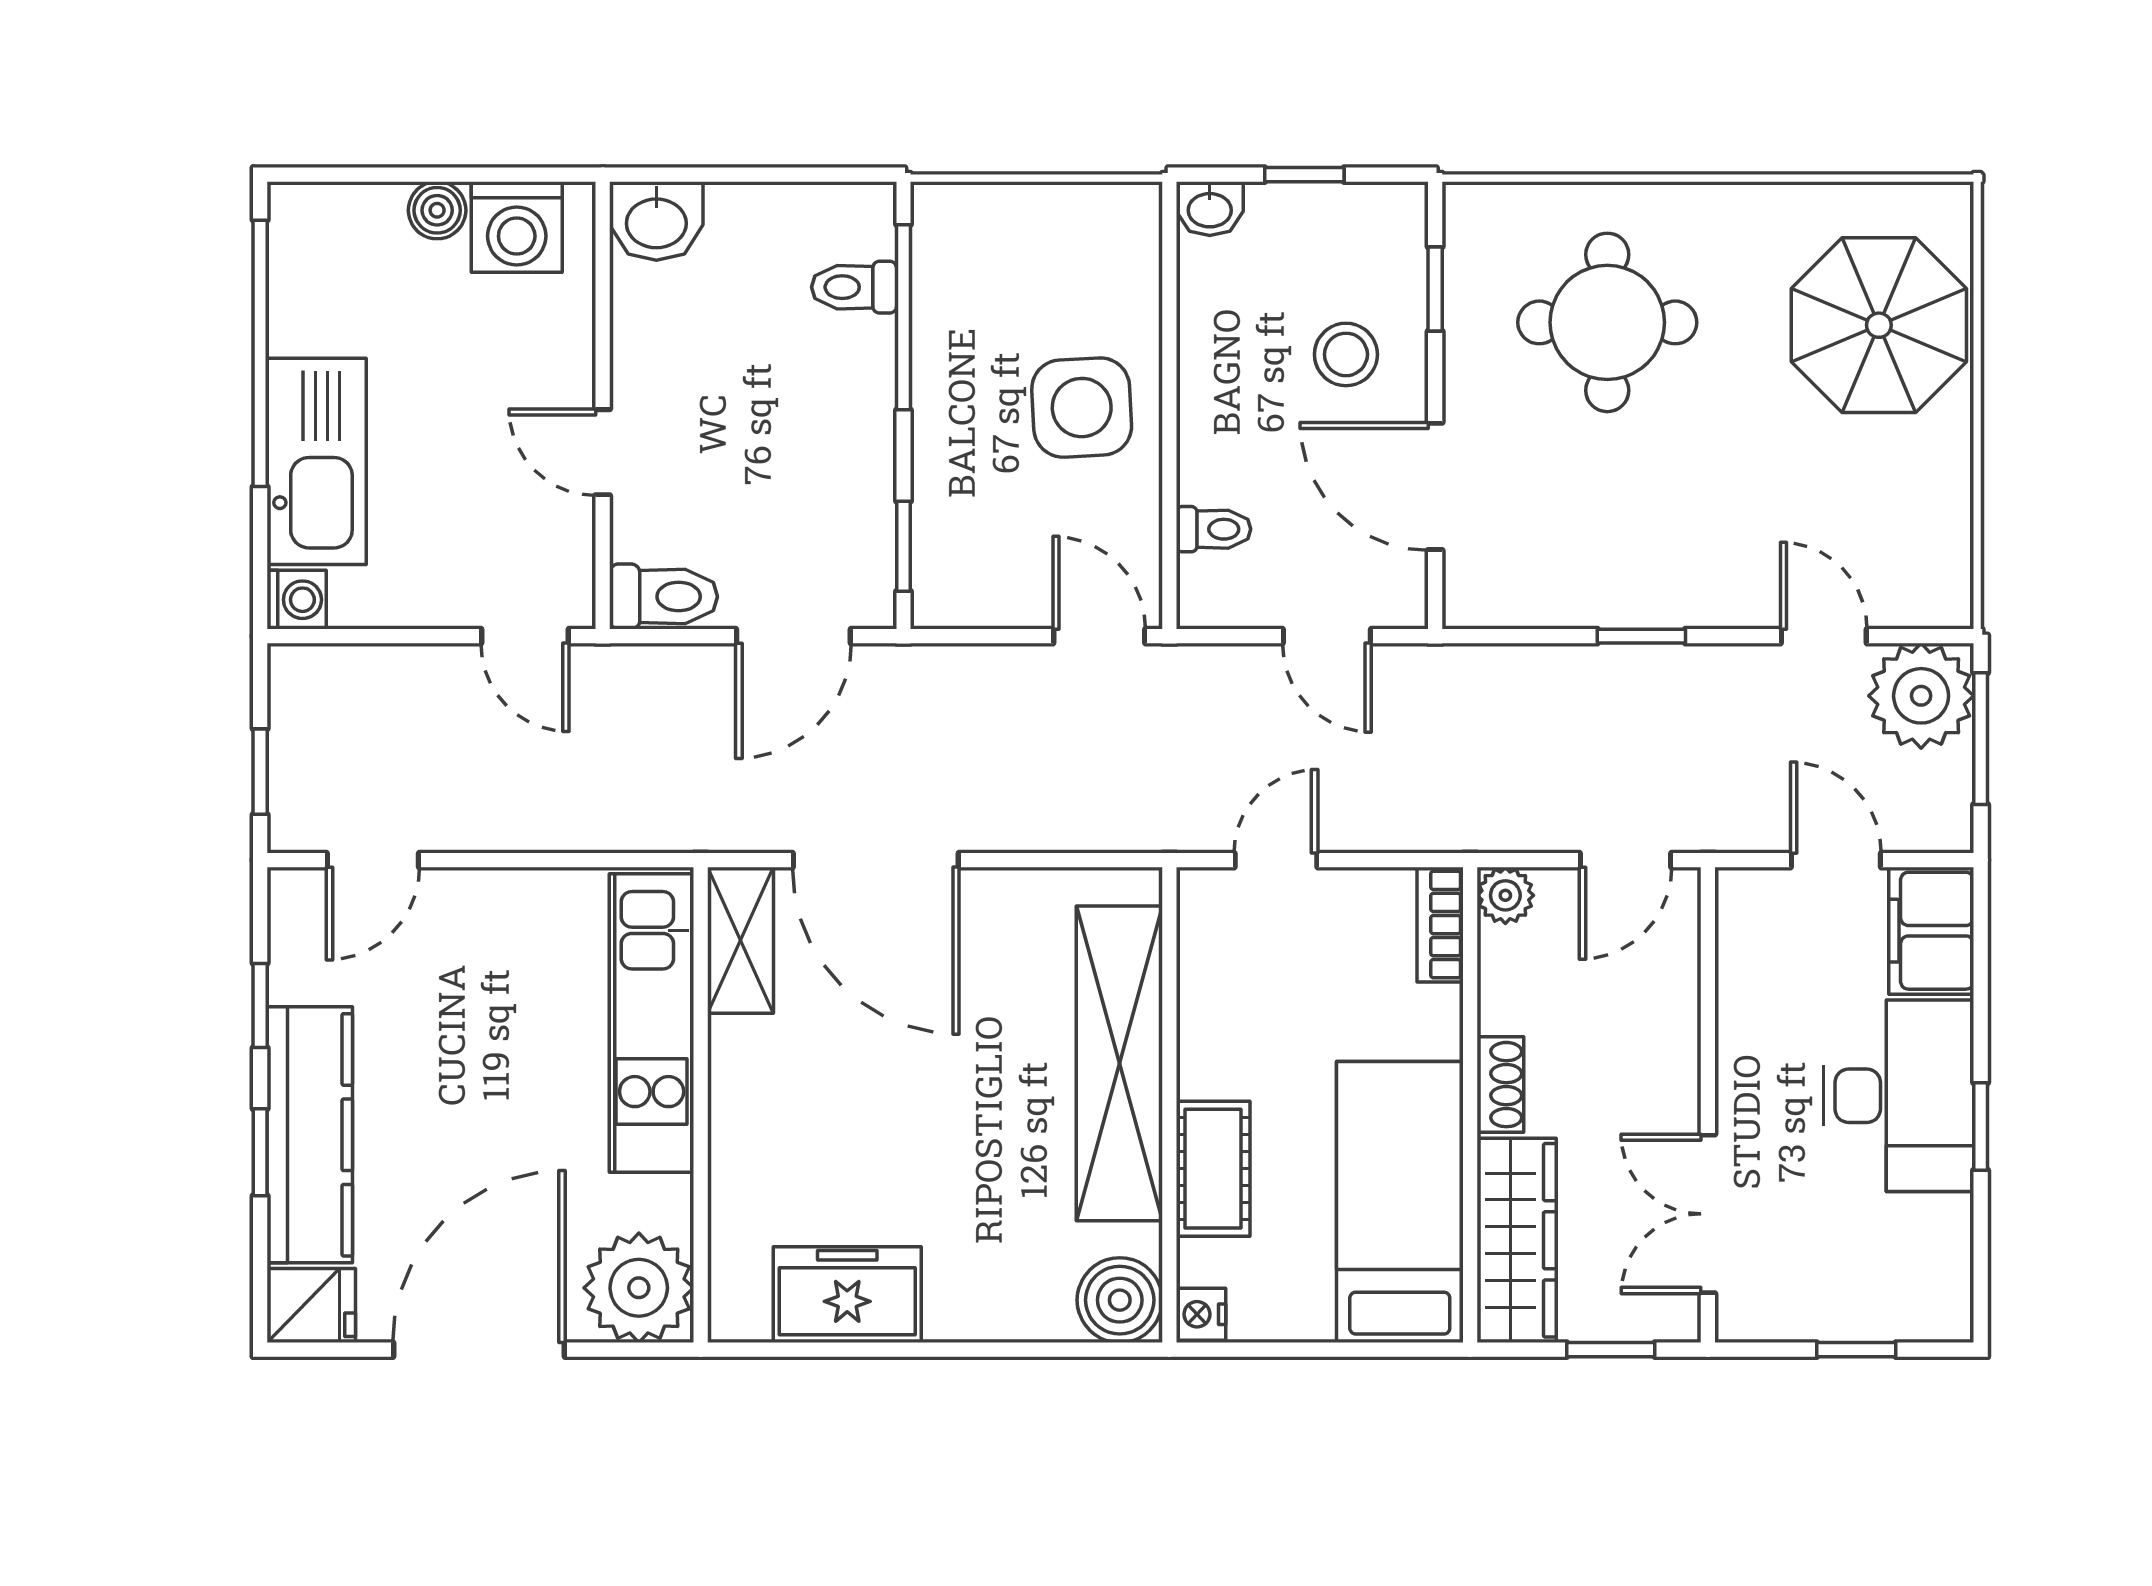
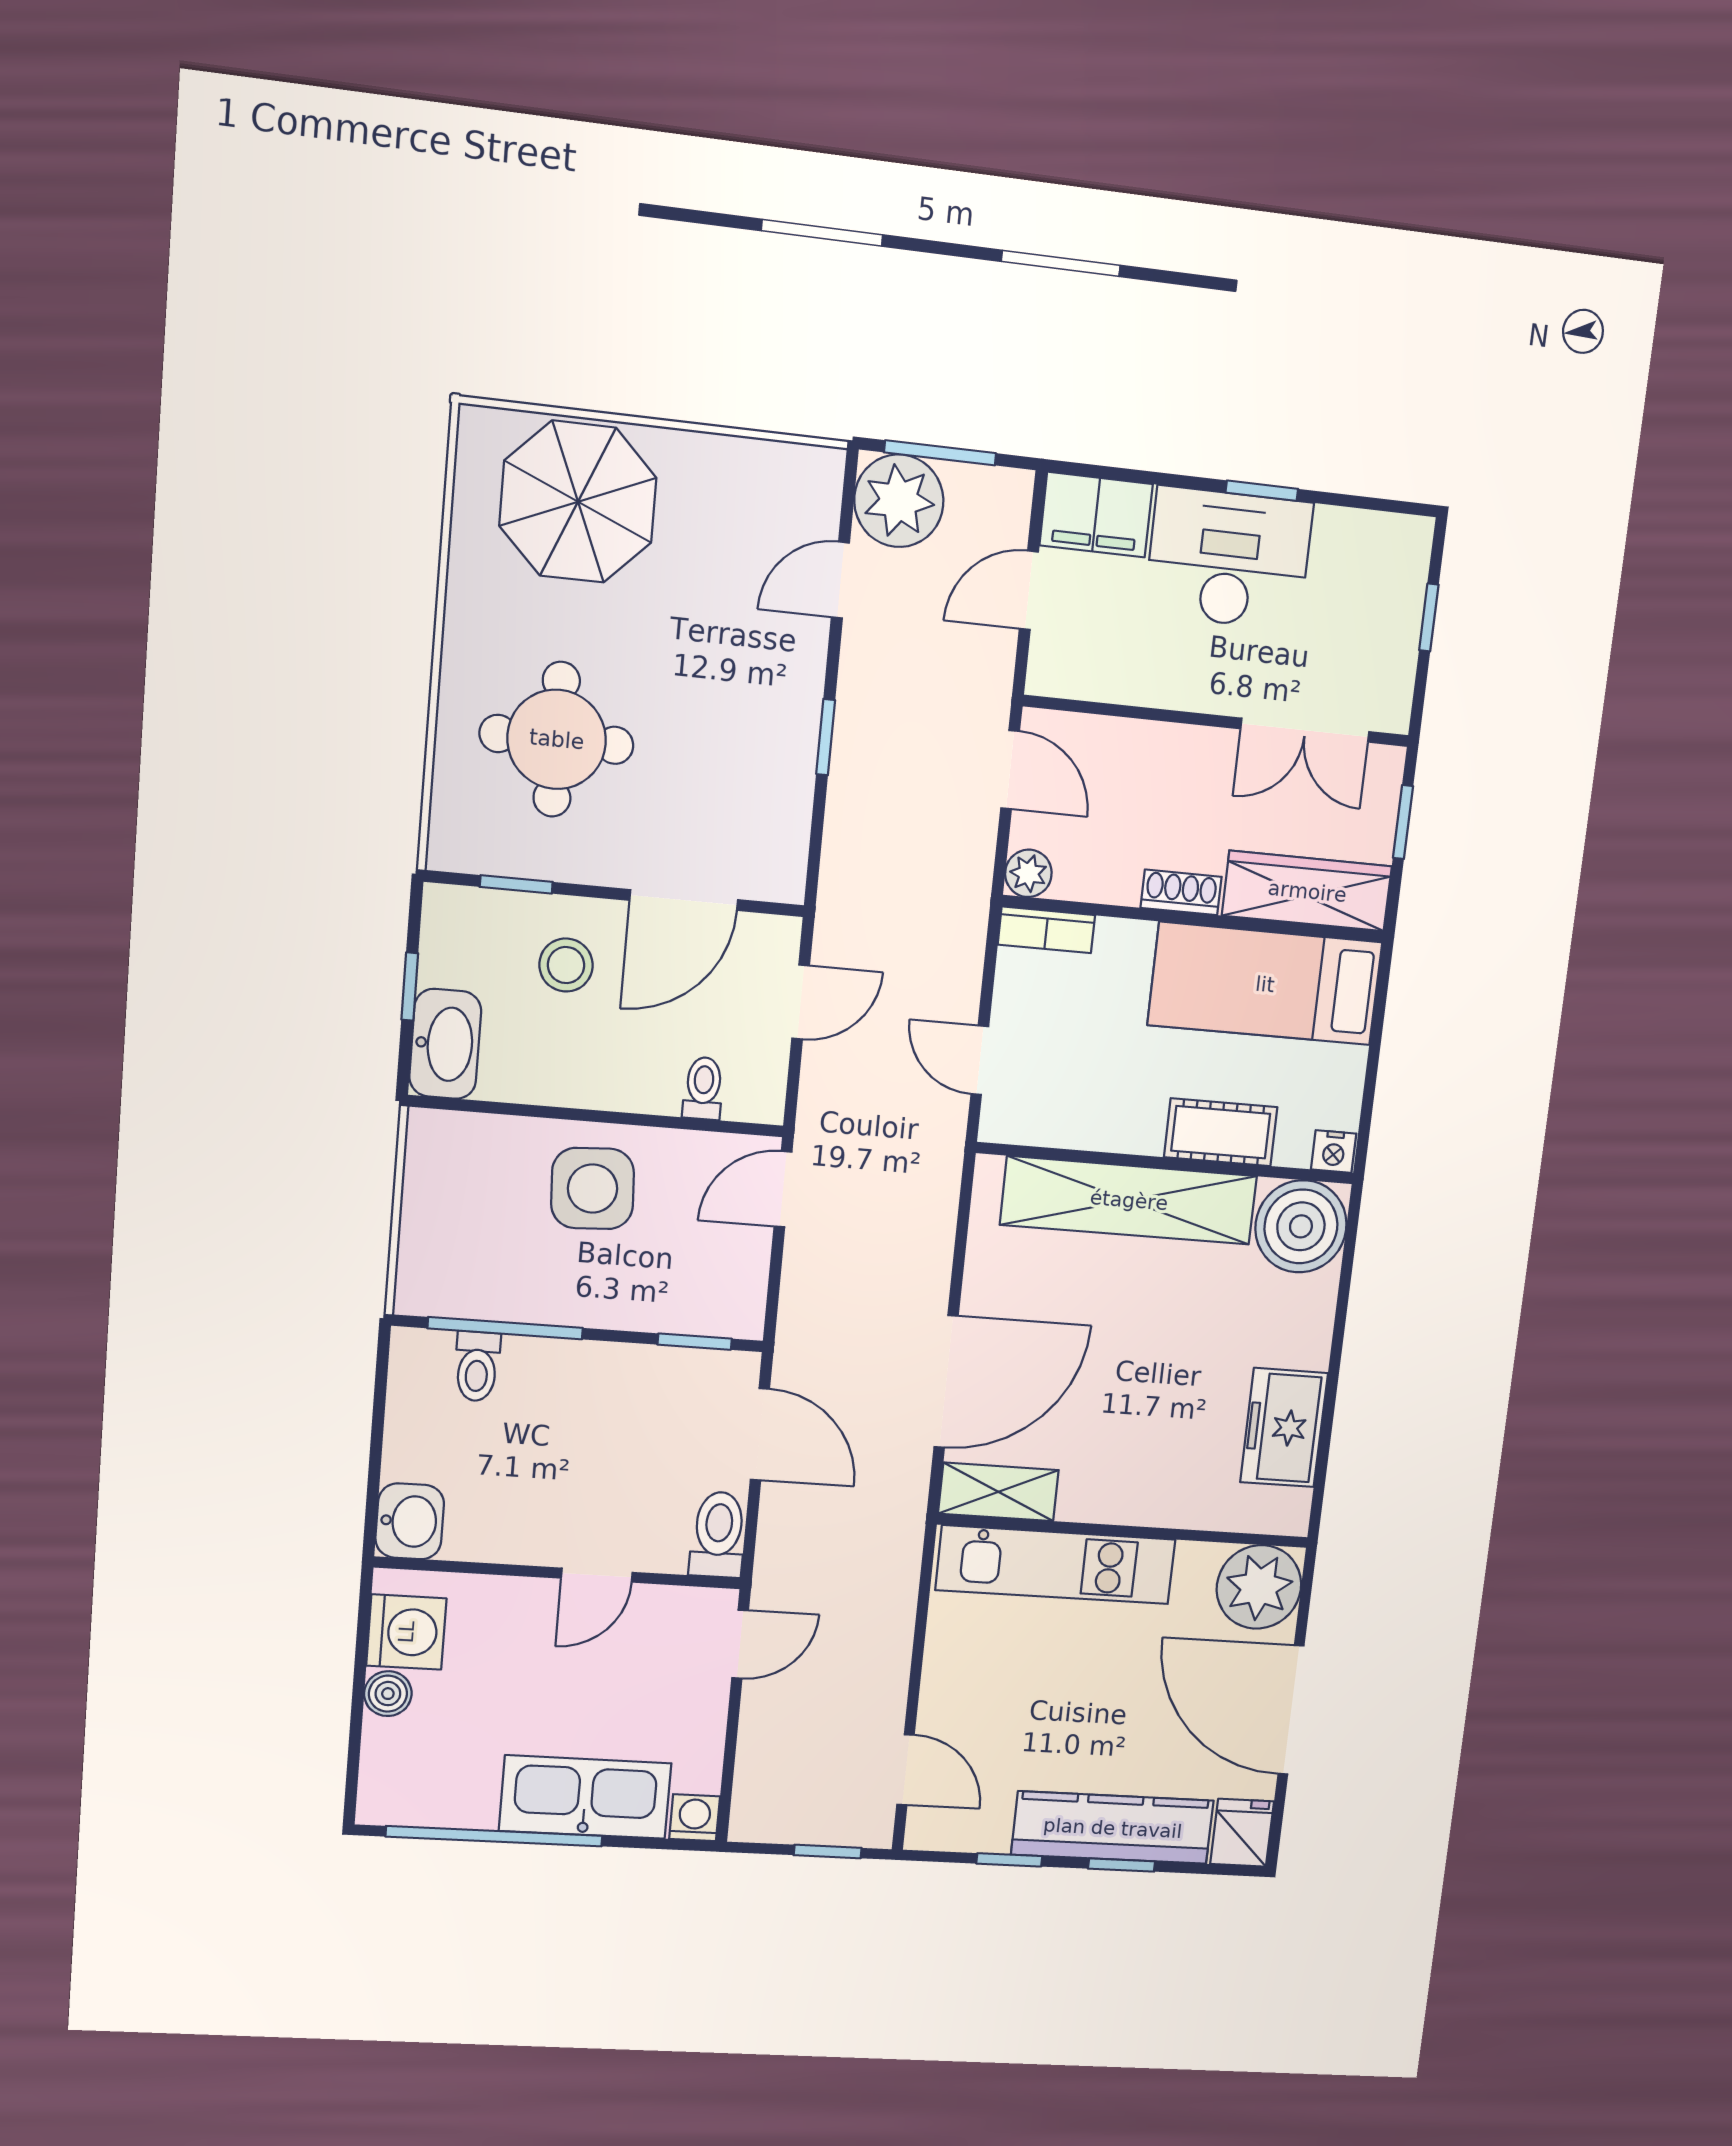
washbasin: (1210, 209) -> (445, 1044), width x1.91, depth x1.45
boiler: (1120, 1300) -> (1301, 1226), width x1.37, depth x1.37

